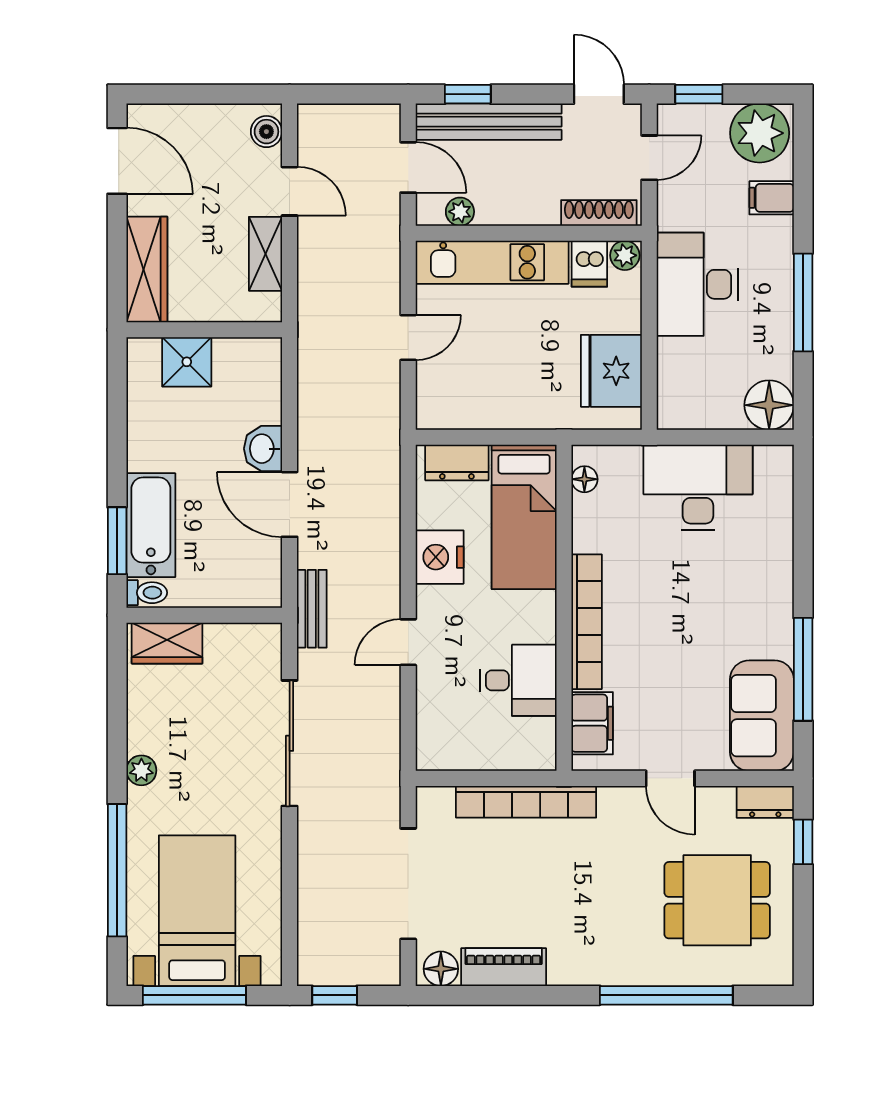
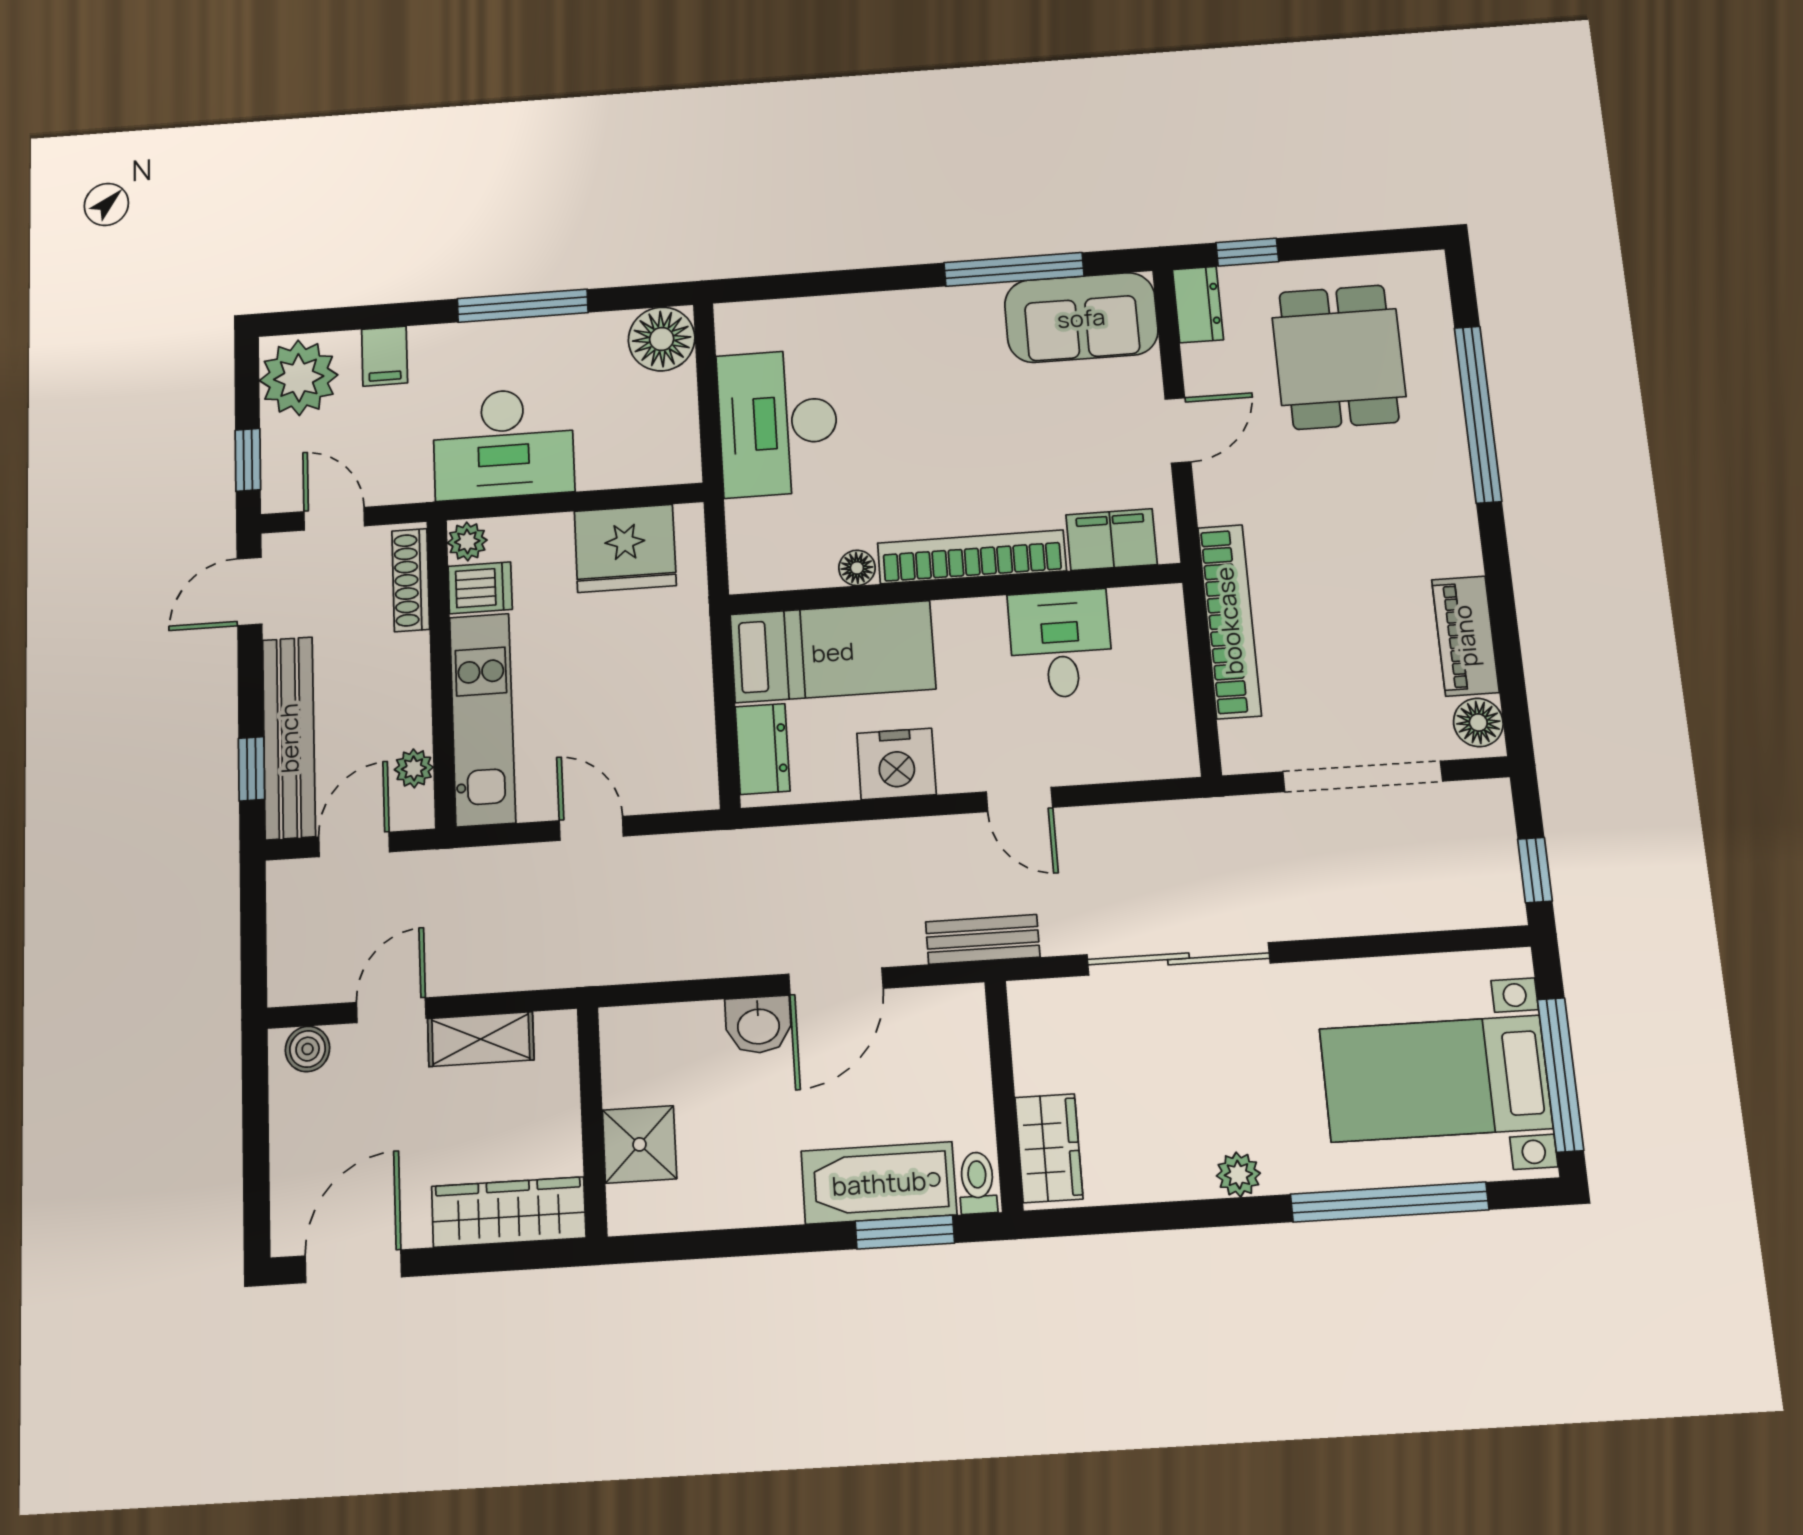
floor lamp: (584, 479) -> (857, 568), moved

